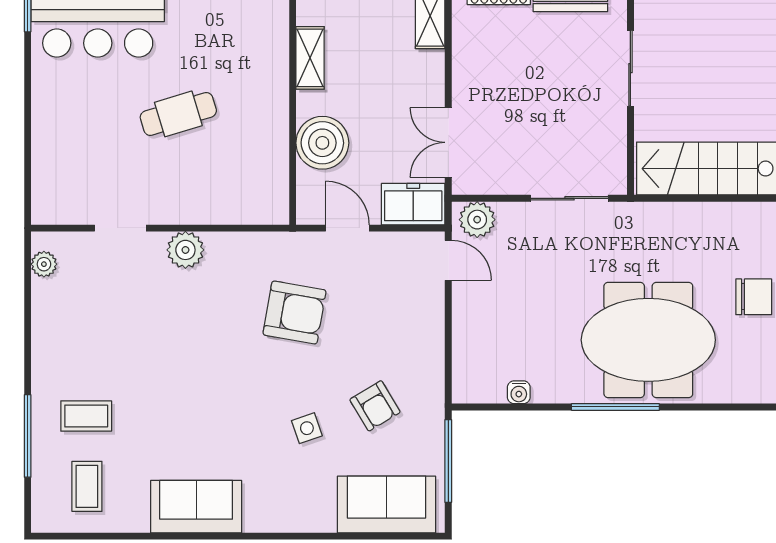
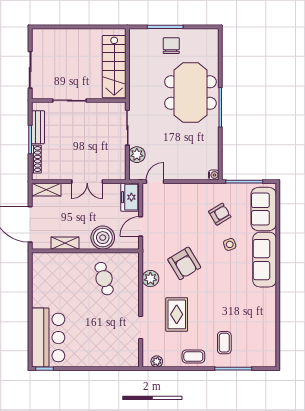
cafe table: (178, 114) -> (104, 279), moved
double door: (448, 142) -> (87, 182), moved
plant: (477, 220) -> (137, 155), moved
plant: (185, 250) -> (150, 279), moved
rug: (150, 309) -> (177, 314), added
armchair: (294, 312) -> (184, 263), moved, turned 139
water cooler: (519, 392) -> (214, 175), moved
coffee table: (87, 486) -> (193, 356), moved
sofa: (196, 507) -> (265, 260), moved, width x1.36

